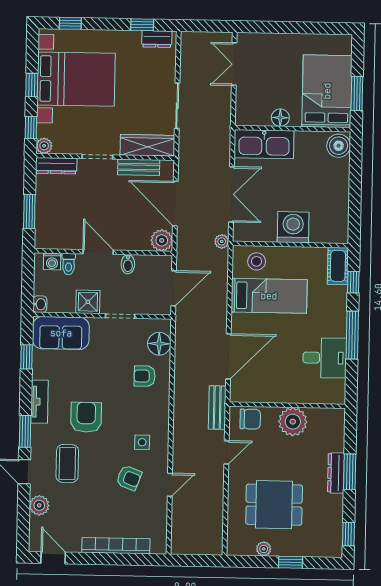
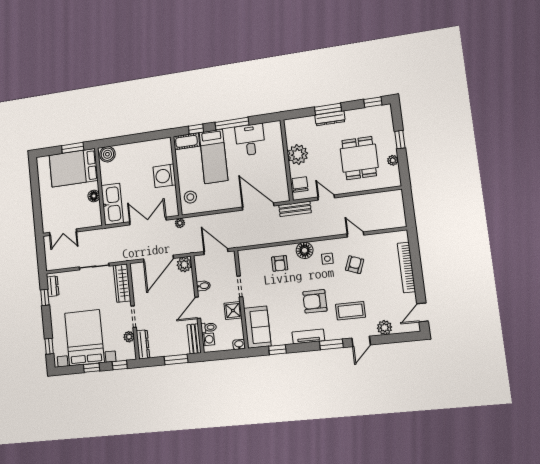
plant: (44, 146) -> (129, 337), moved
bench: (139, 167) -> (194, 339), moved
bed: (269, 296) -> (214, 156), moved, turned 180
floor lamp: (159, 344) -> (305, 250), moved

